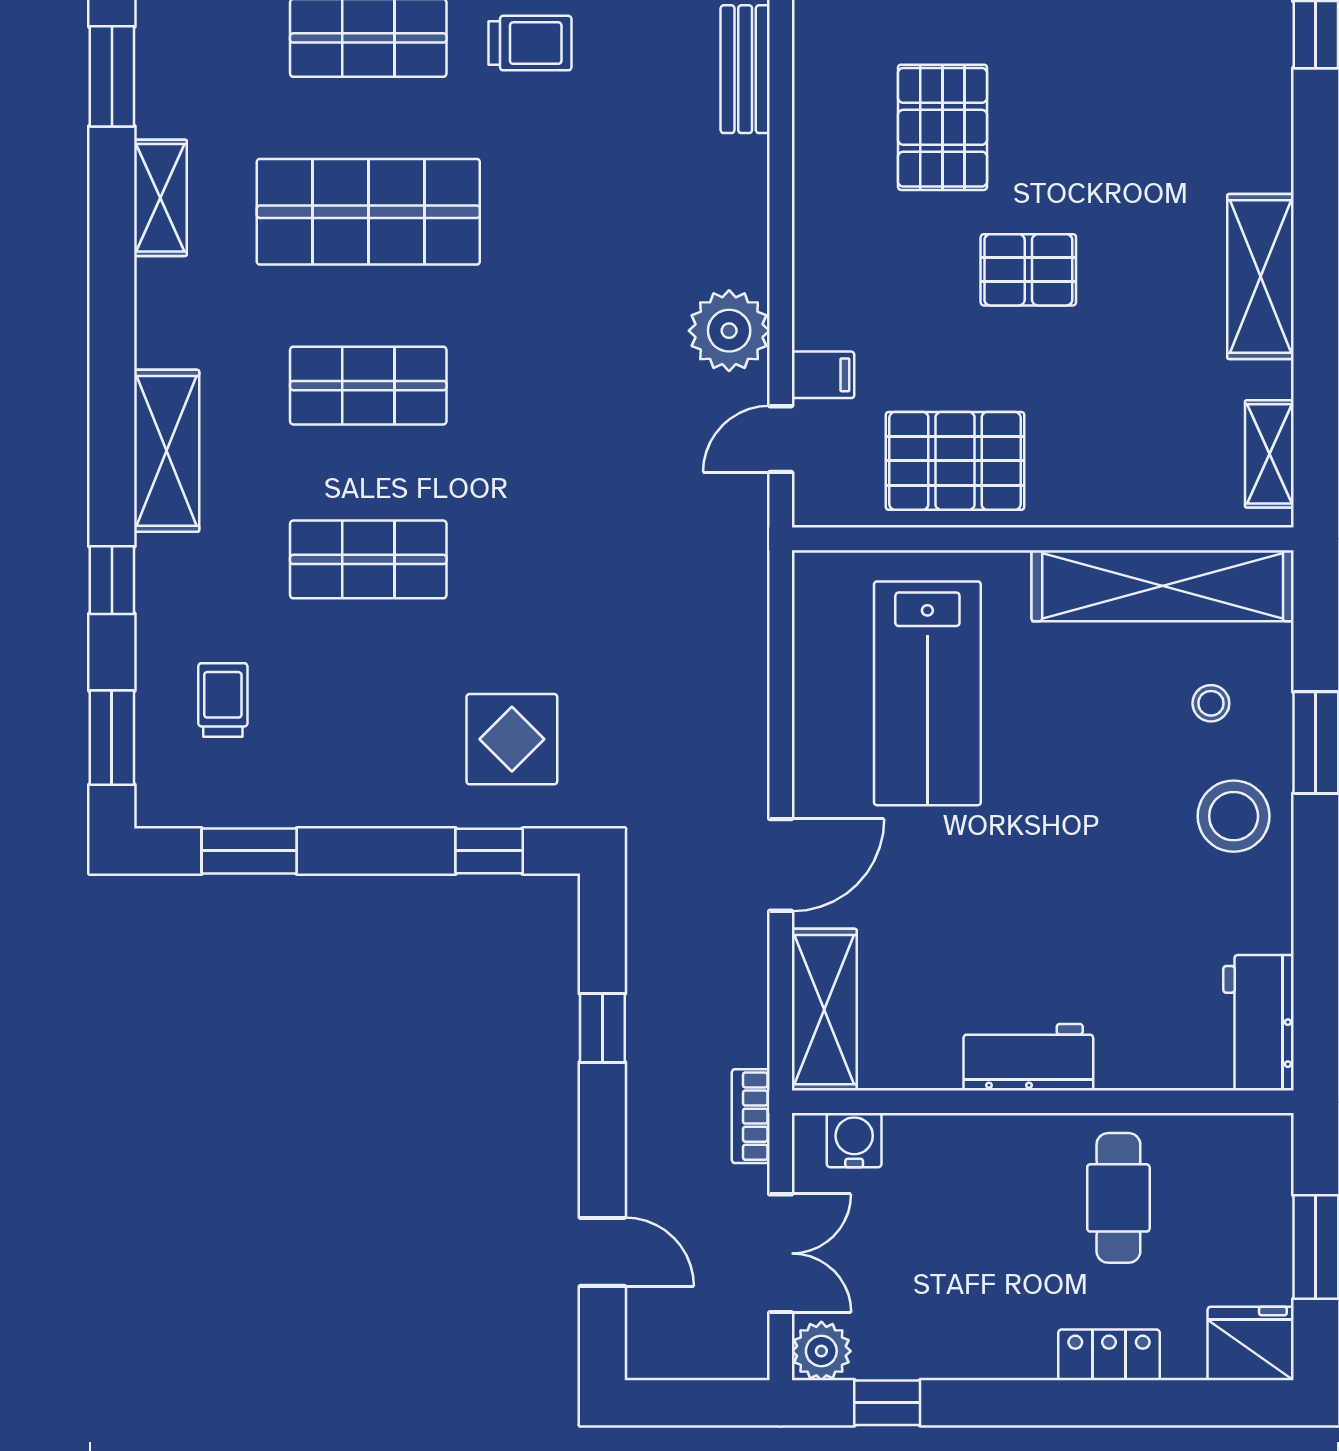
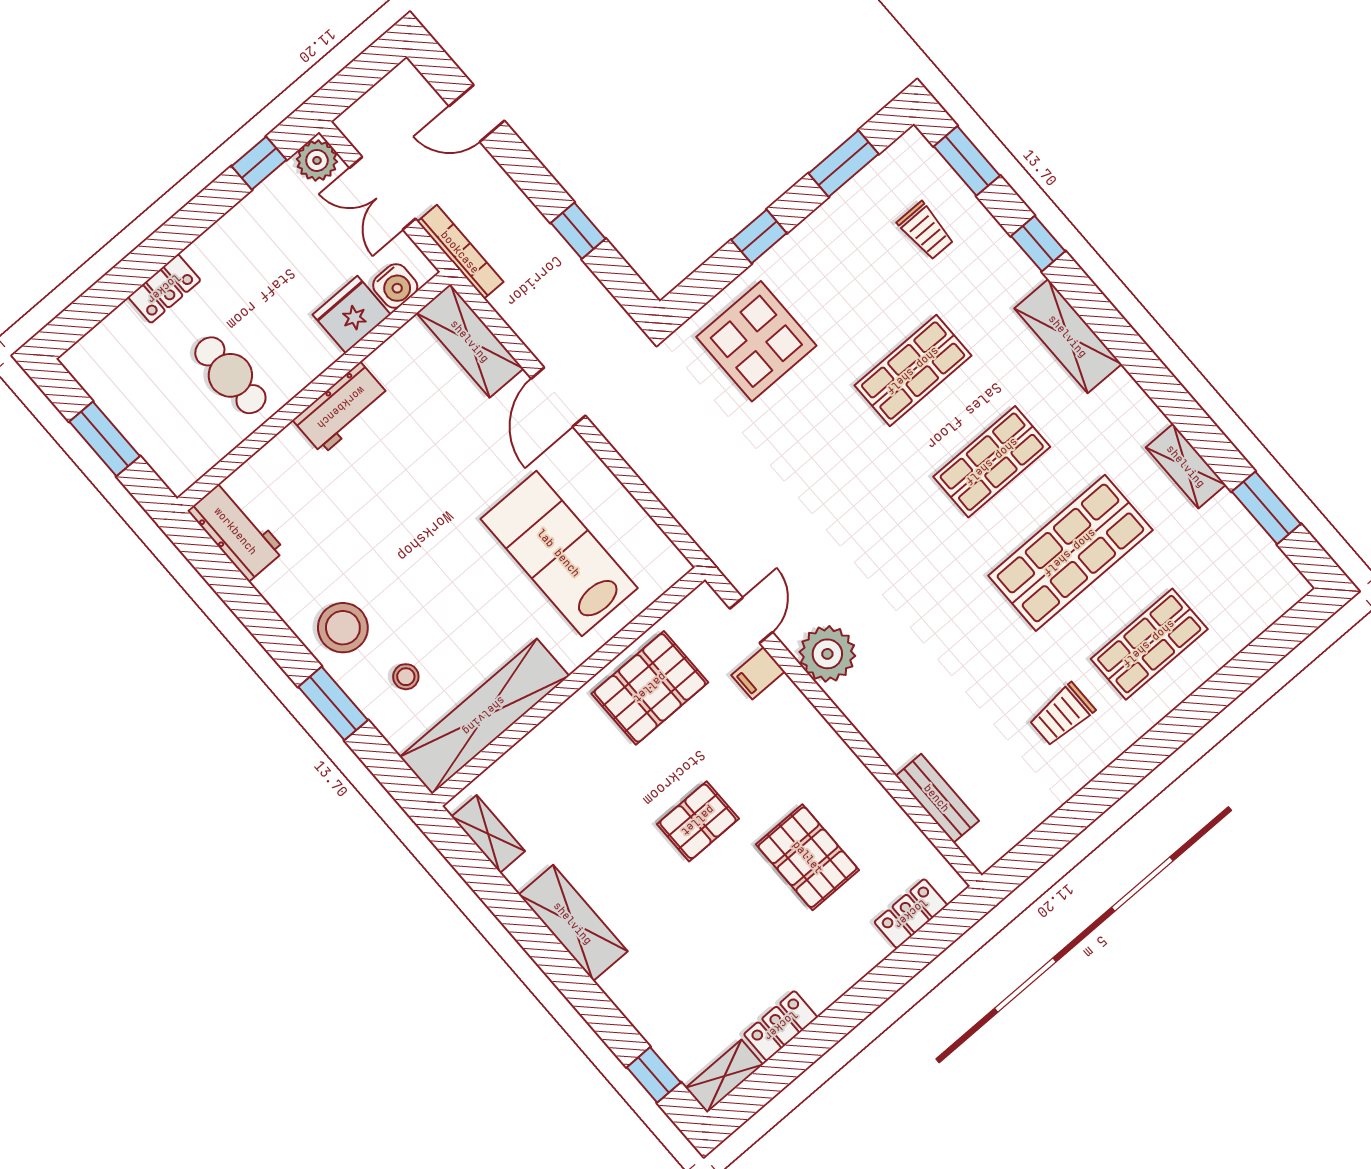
display table: (512, 739) -> (756, 341), width x1.36, depth x1.36
window: (489, 851) -> (759, 237), moved
bookcase: (751, 1116) -> (460, 252), width x1.56
fridge: (1251, 1344) -> (352, 315), moved, turned 180

